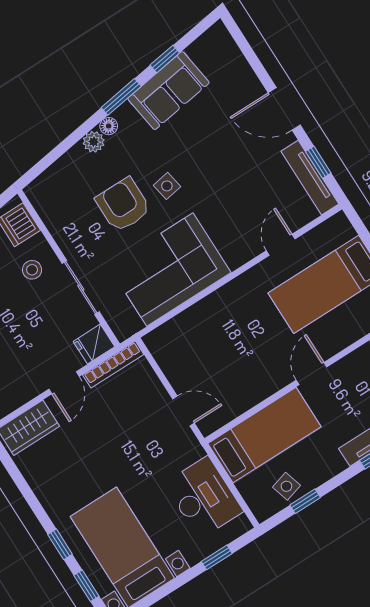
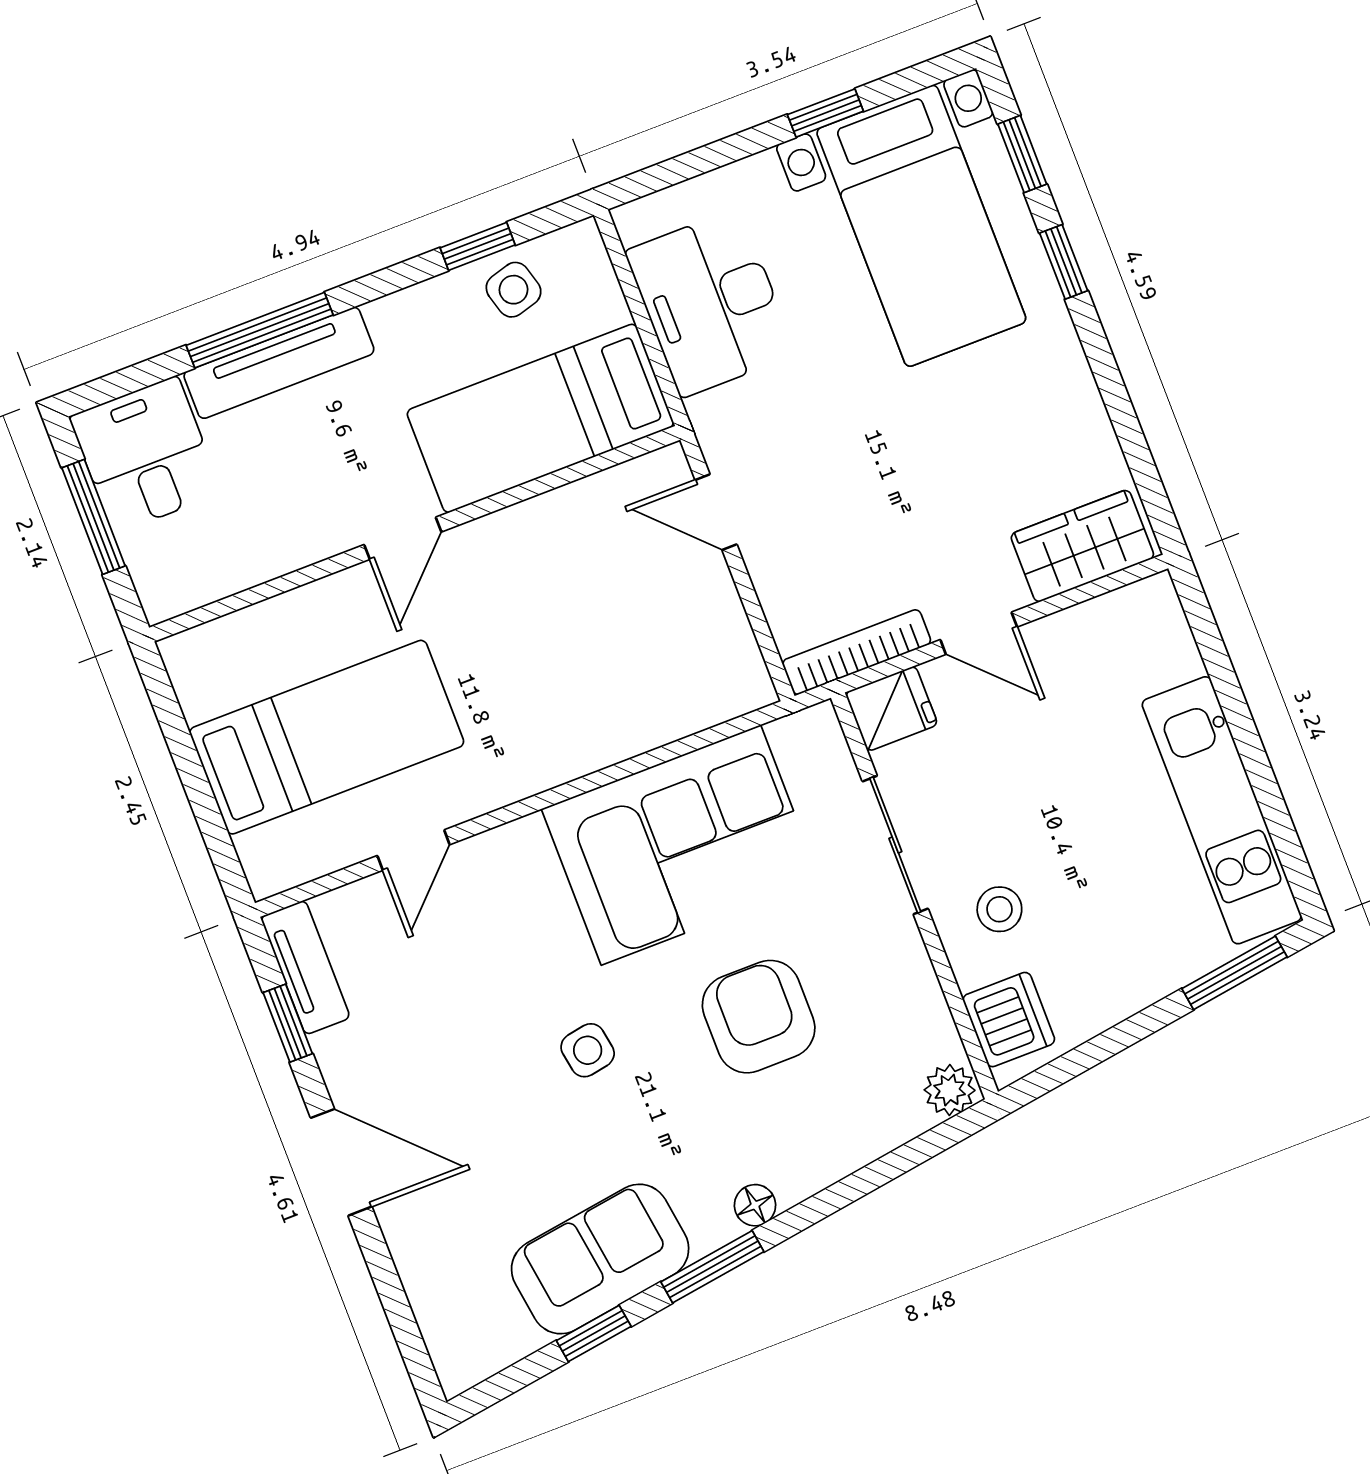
plant: (94, 142) -> (950, 1090), moved
tv unit: (310, 178) -> (305, 967), width x0.71
side table: (167, 186) -> (588, 1050), moved
armchair: (123, 205) -> (759, 1017), turned 180
door: (64, 383) -> (979, 633), swing flipped
window: (217, 557) -> (825, 113), moved

